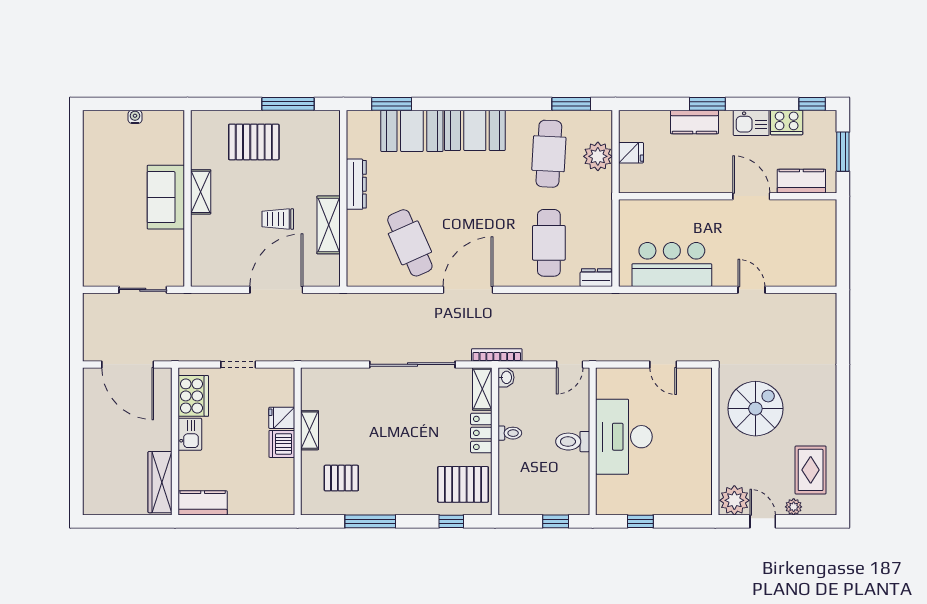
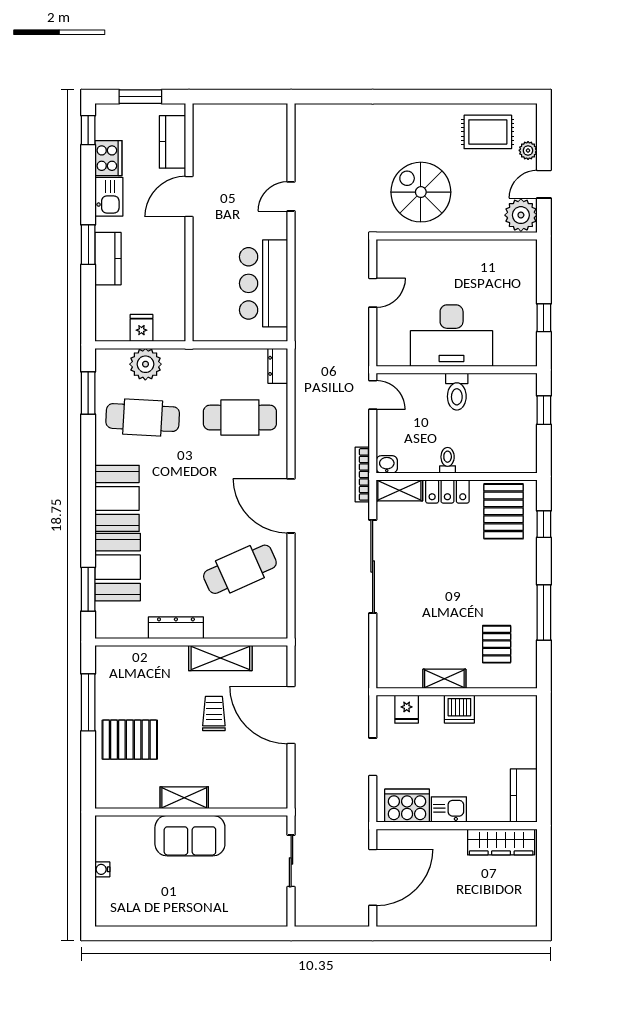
pallet: (254, 142) -> (130, 740), turned 90
trolley: (278, 219) -> (214, 713), turned 180
fridge: (282, 418) -> (407, 709), moved

